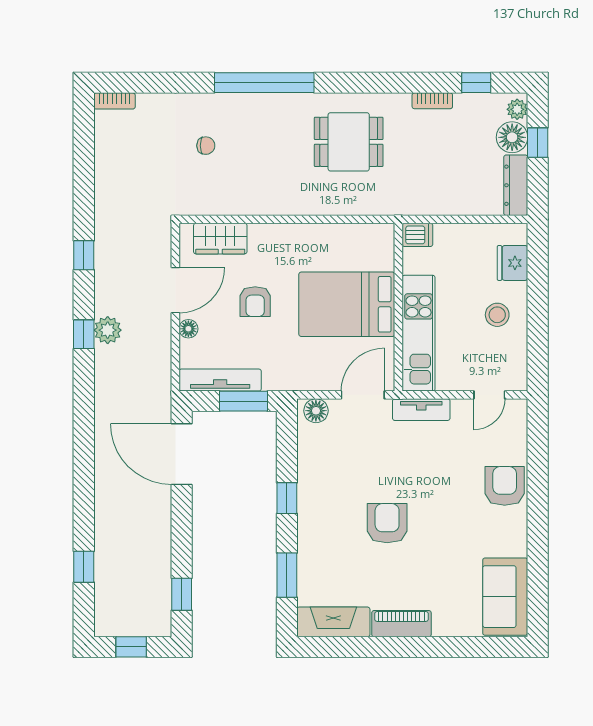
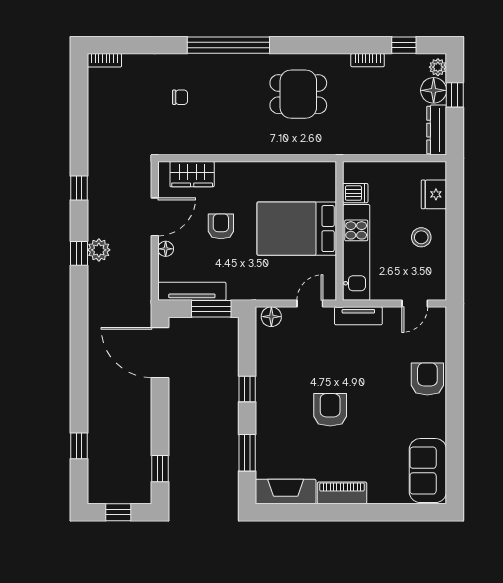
dishwasher: (417, 235) -> (355, 193), moved
armchair: (255, 302) -> (221, 226), turned 180
door: (363, 395) -> (310, 304), width x0.73

